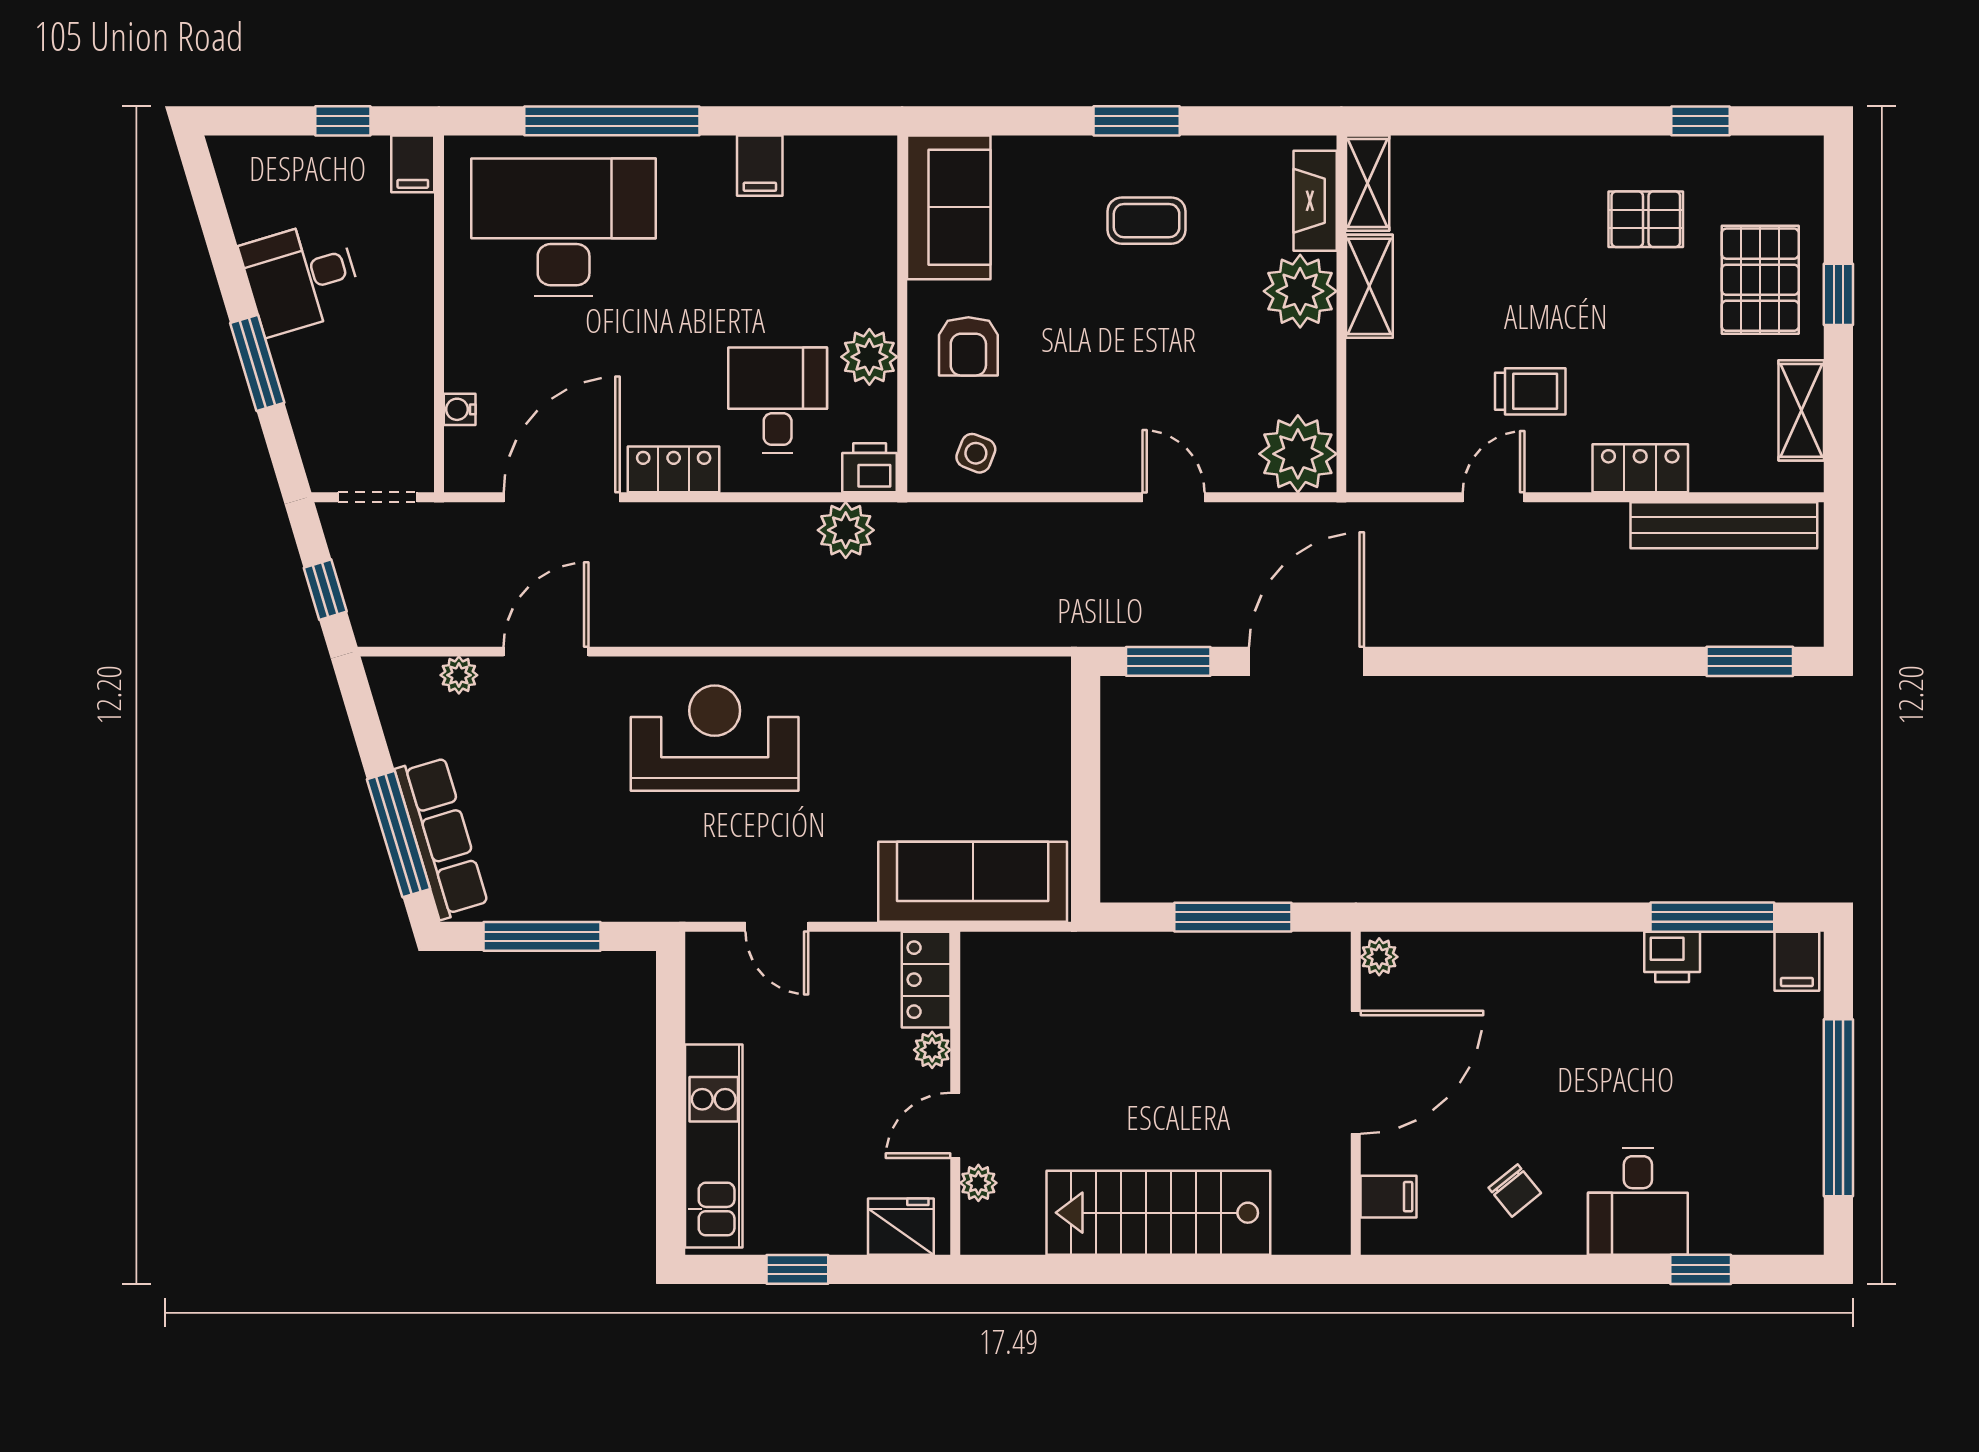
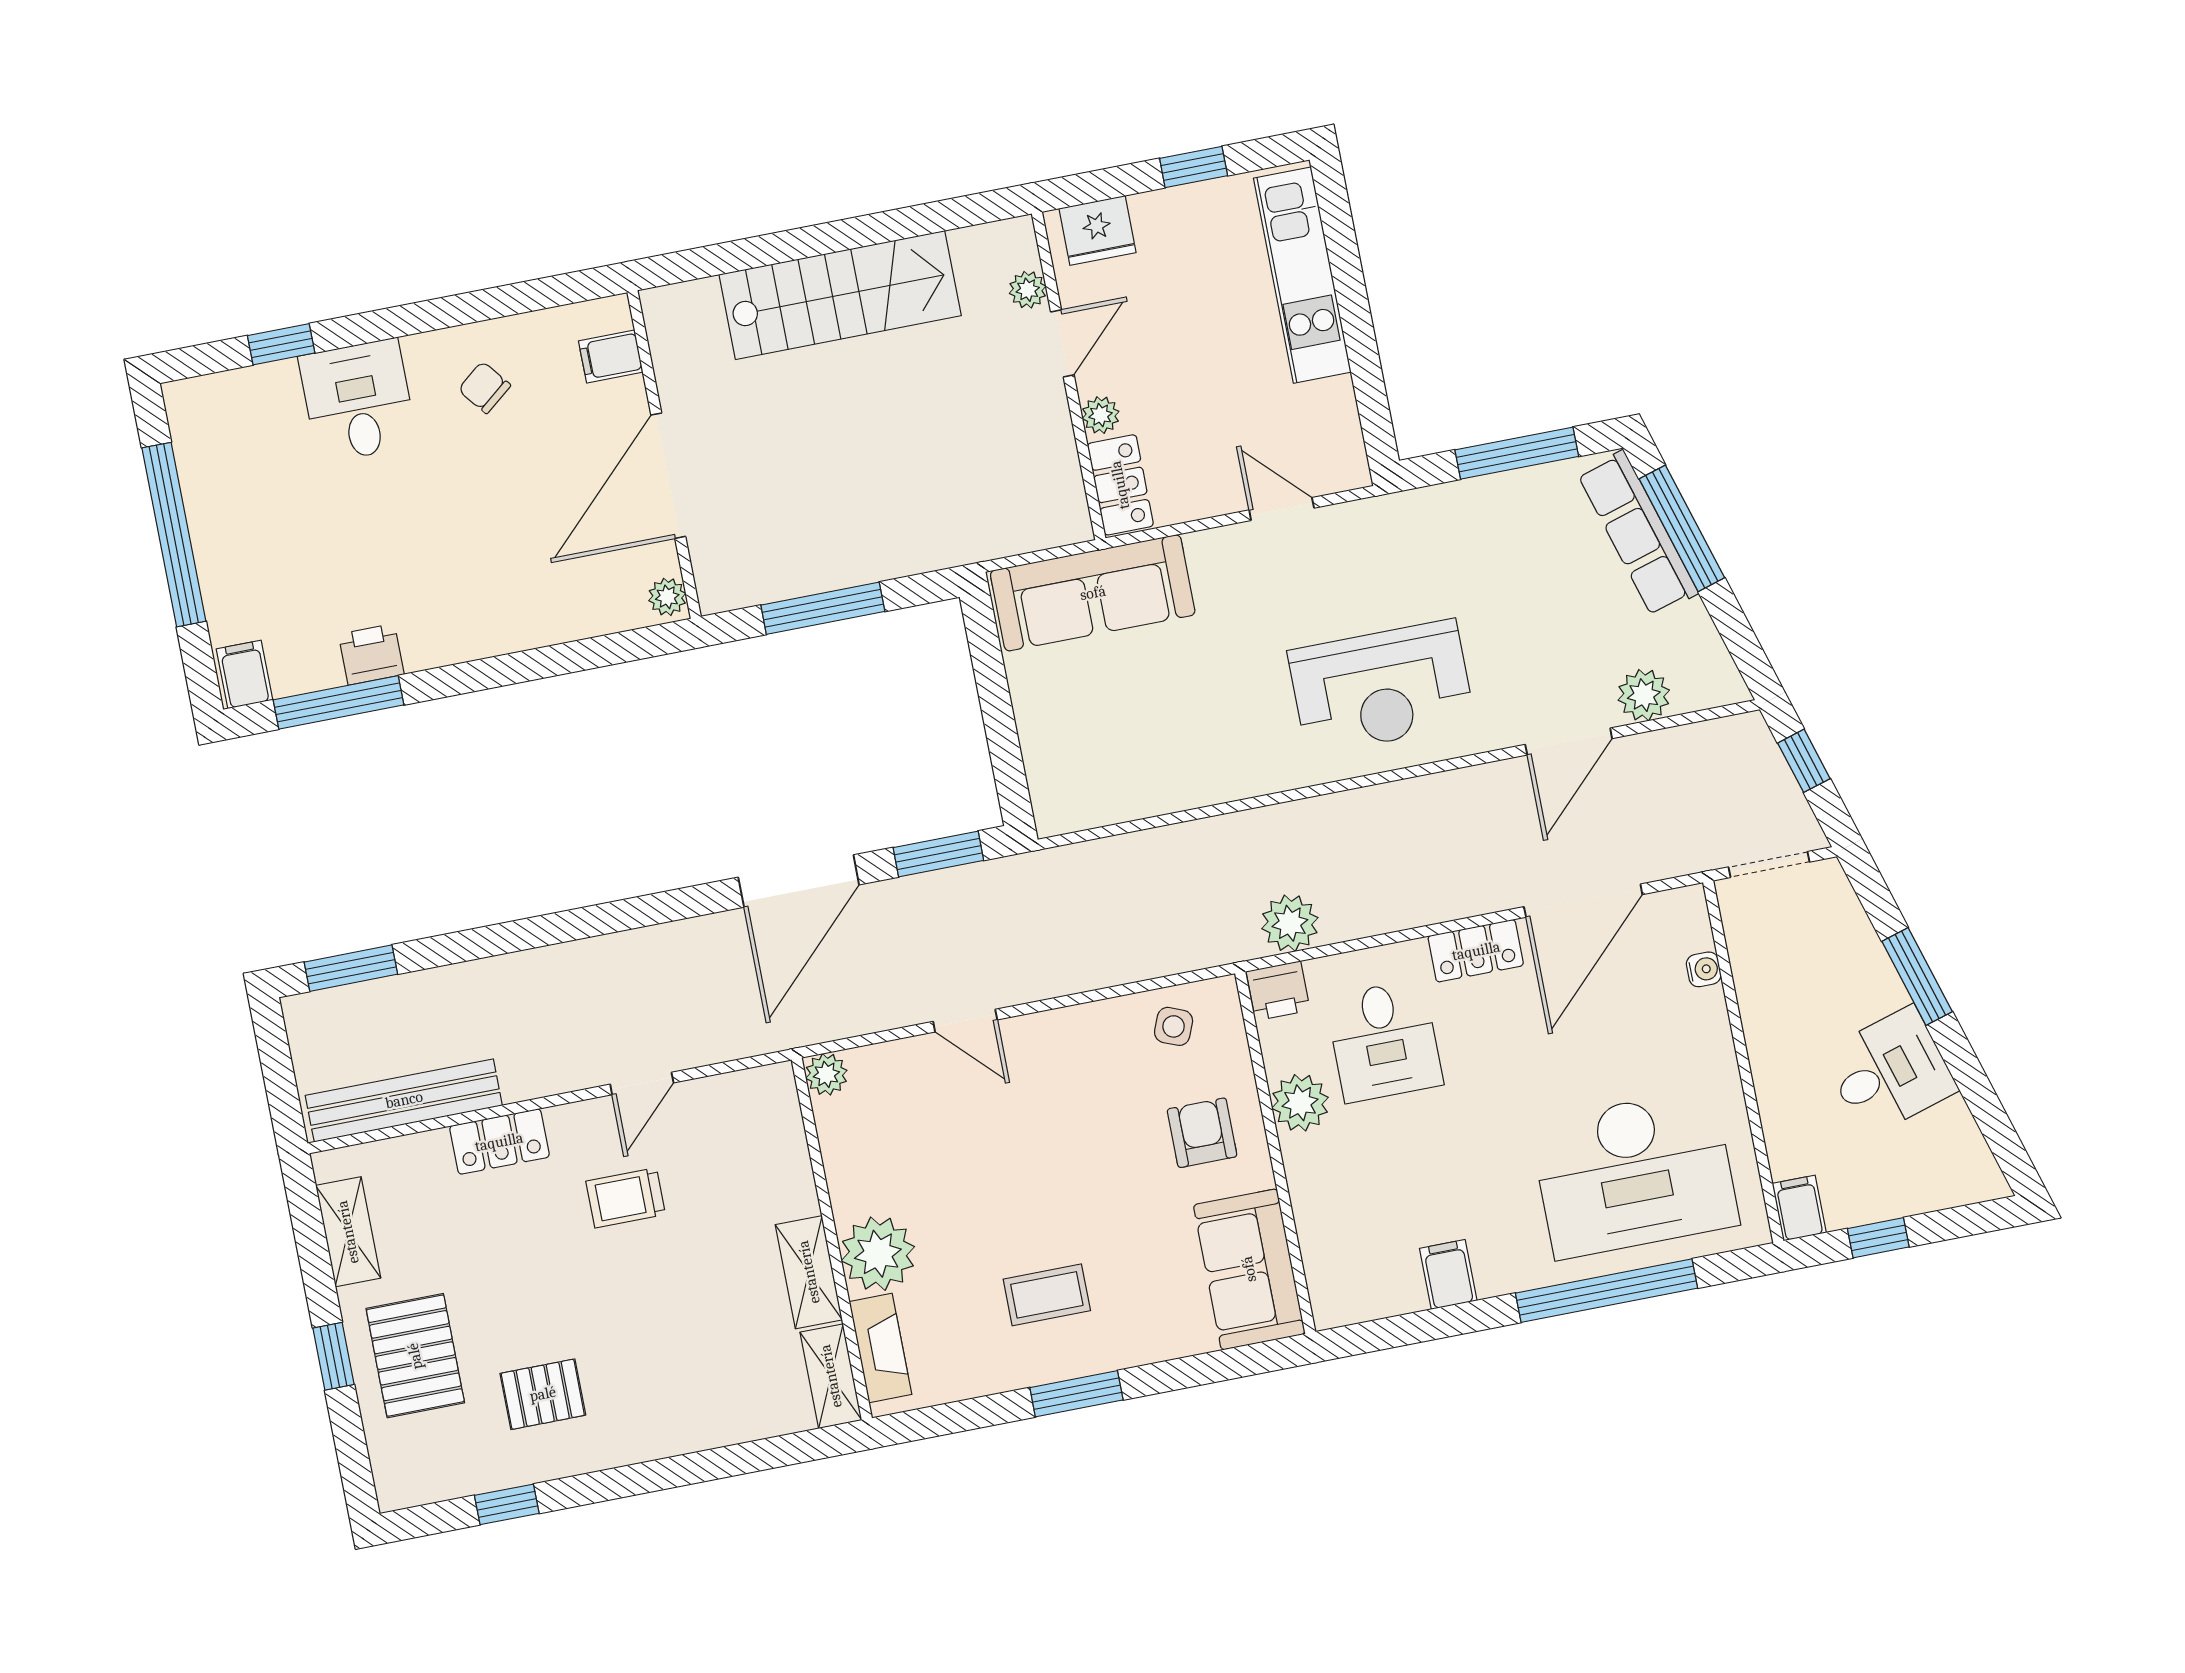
plant: (1298, 454) -> (826, 1074), width x0.53, depth x0.53
plant: (459, 675) -> (1644, 695), width x1.38, depth x1.38

